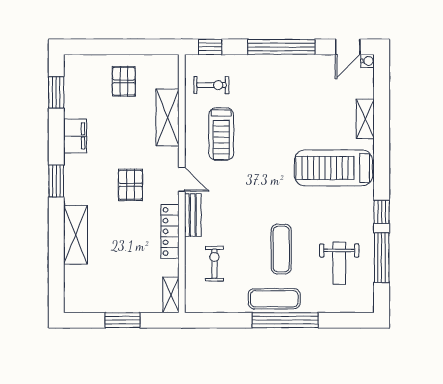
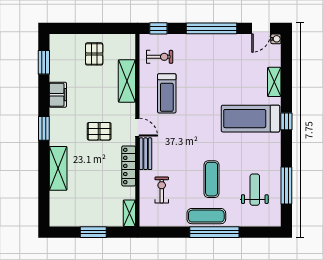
pallet: (130, 185) -> (99, 131), turned 90
window: (382, 212) -> (286, 121), moved
weight bench: (339, 263) -> (255, 190), turned 180

